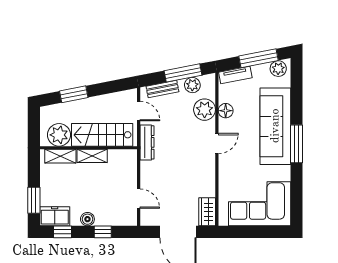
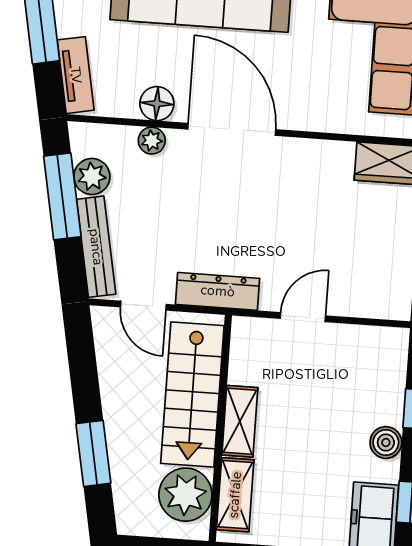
bench: (162, 89) -> (96, 247), width x1.36
plant: (205, 110) -> (152, 141), width x0.53, depth x0.53
door: (139, 111) -> (143, 306), swing flipped
door: (217, 144) -> (232, 129), width x1.88
door: (139, 199) -> (303, 317), moved

